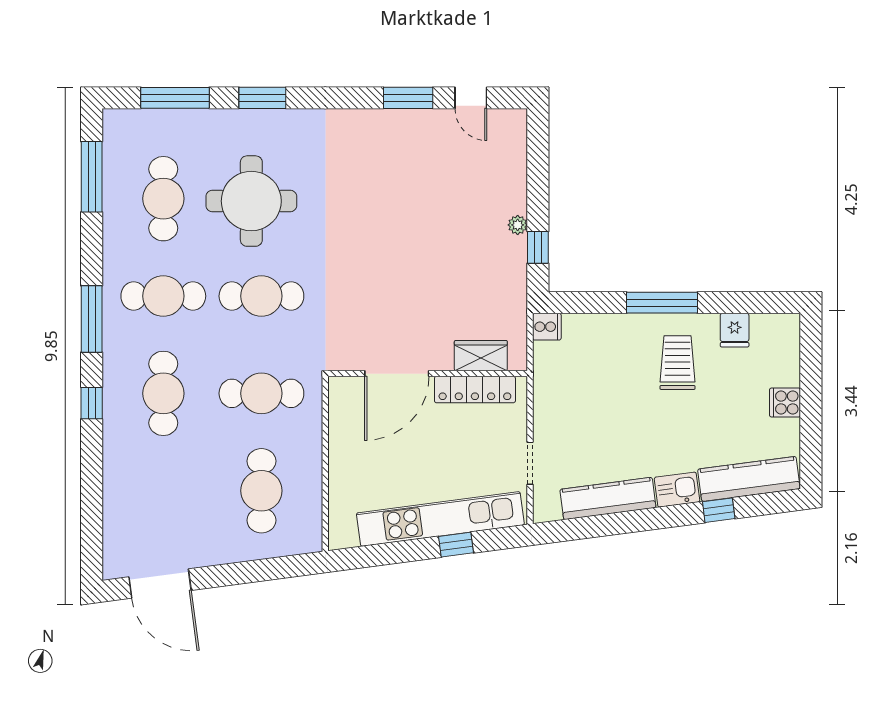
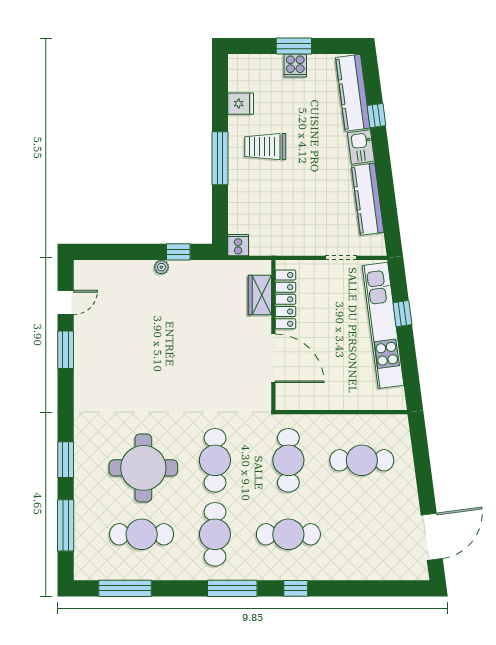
window: (811, 401) -> (294, 46), added

